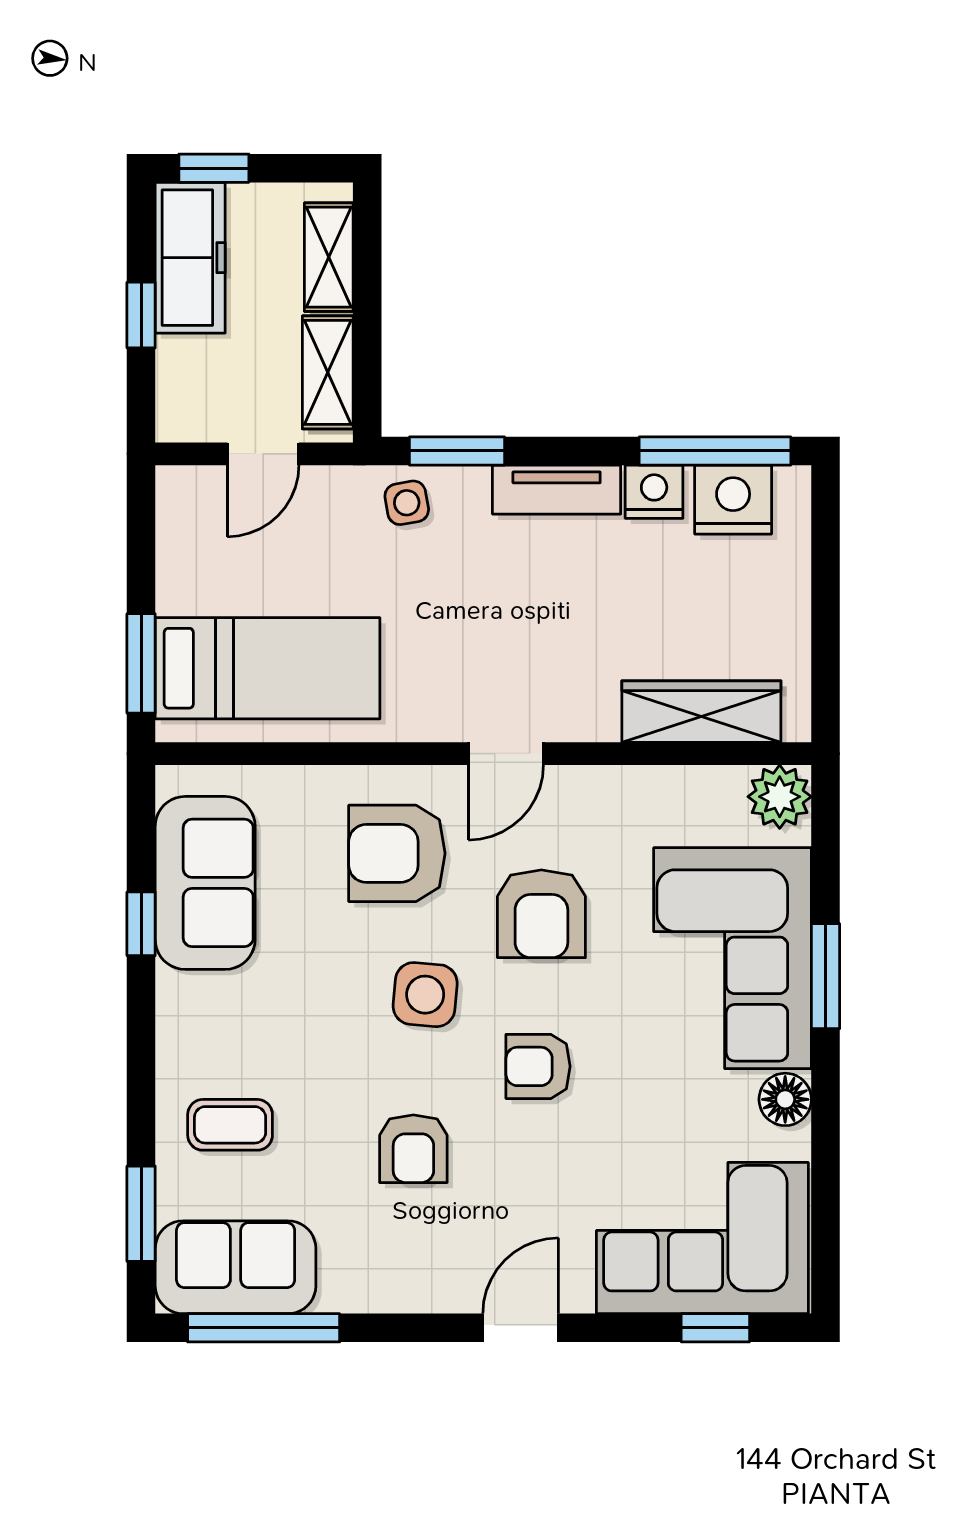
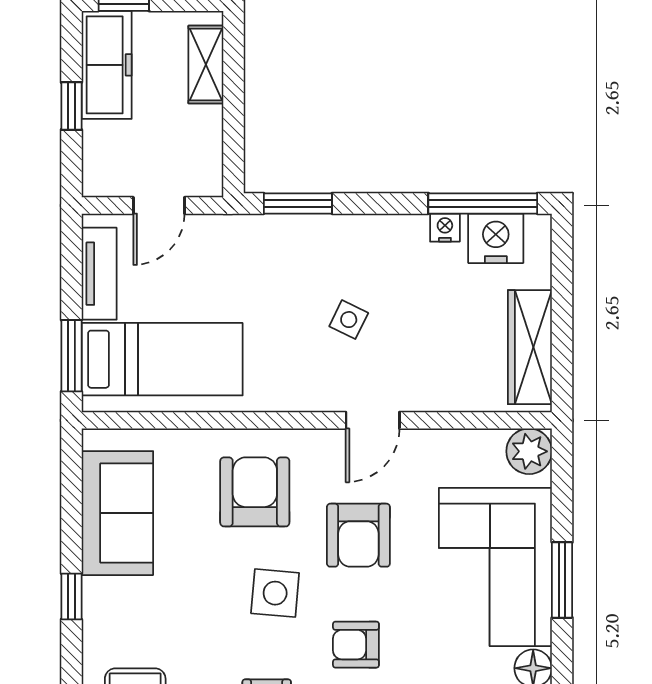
shelving: (328, 372) -> (205, 147), removed
tv unit: (557, 490) -> (99, 274), moved, turned -90
nightstand: (654, 492) -> (445, 228), width x0.72, depth x0.74
side table: (407, 503) -> (349, 320), moved, turned 36
wardrobe: (701, 712) -> (530, 347), moved, turned -90
door: (506, 754) -> (373, 420), moved
armchair: (397, 853) -> (255, 492), turned 90
window: (141, 924) -> (71, 596), moved

